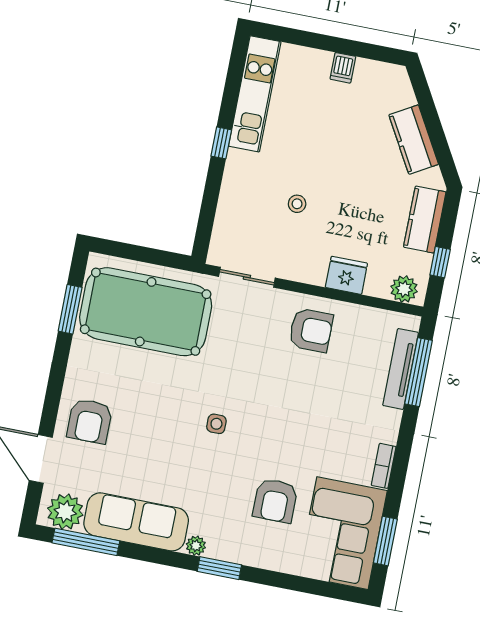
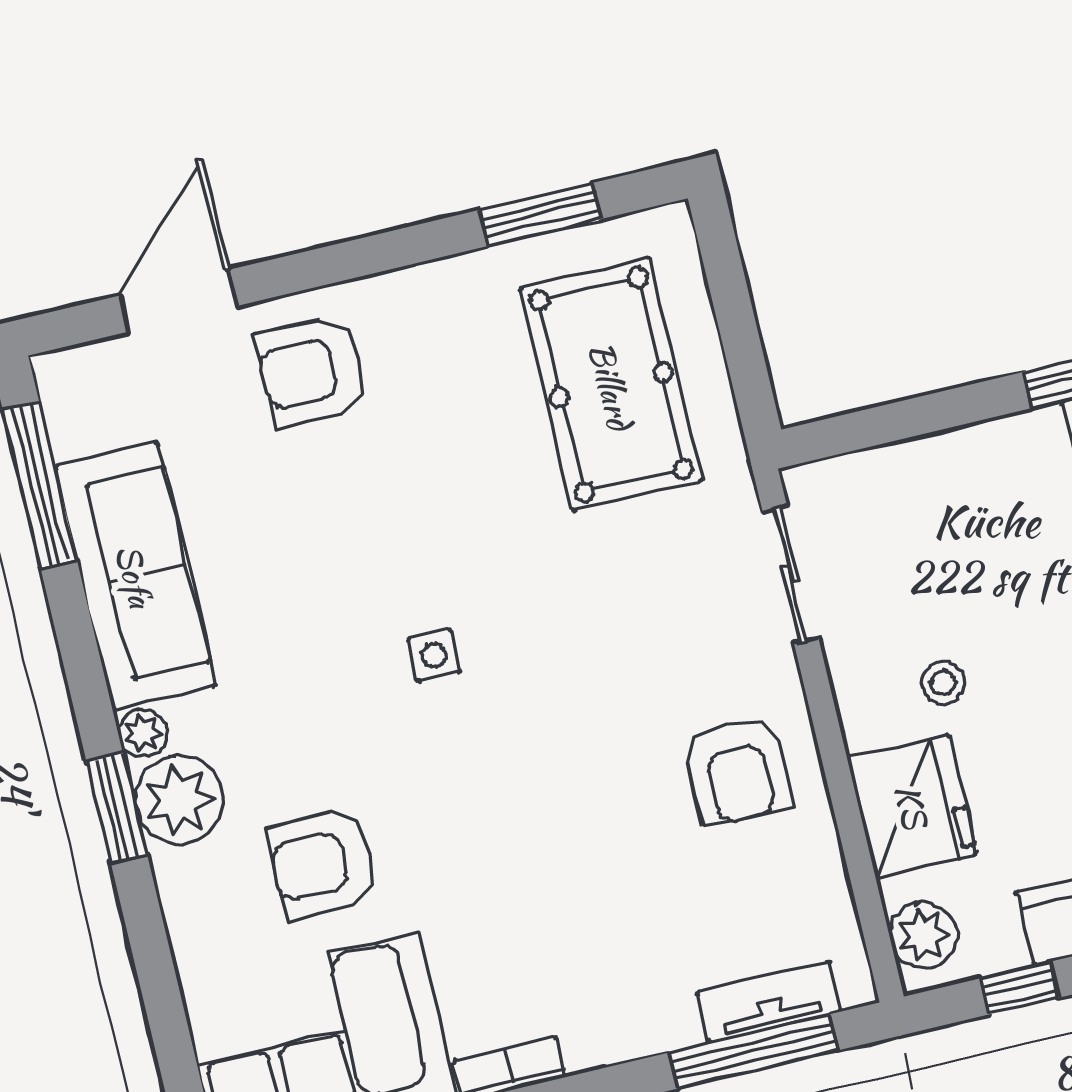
stool: (297, 204) -> (943, 683), moved
fridge: (346, 275) -> (912, 806), width x1.36, depth x1.34
pool table: (146, 312) -> (611, 385), width x0.73, depth x0.76
tv unit: (401, 369) -> (769, 1002), width x0.71
plant: (65, 512) -> (179, 800), moved

